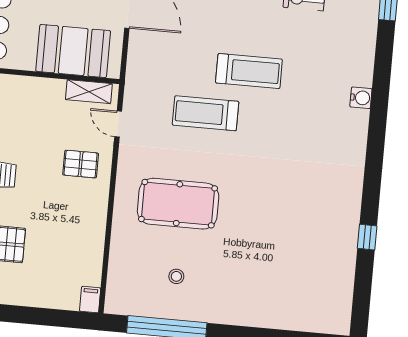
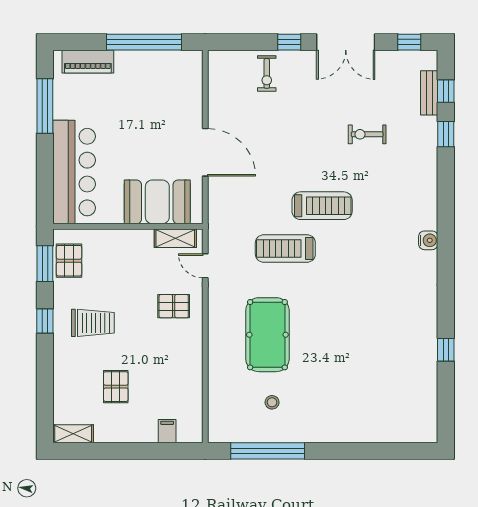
water cooler: (361, 98) -> (428, 240), moved
pool table: (178, 204) -> (267, 335), turned 90
filing cabinet: (90, 300) -> (167, 431), moved

